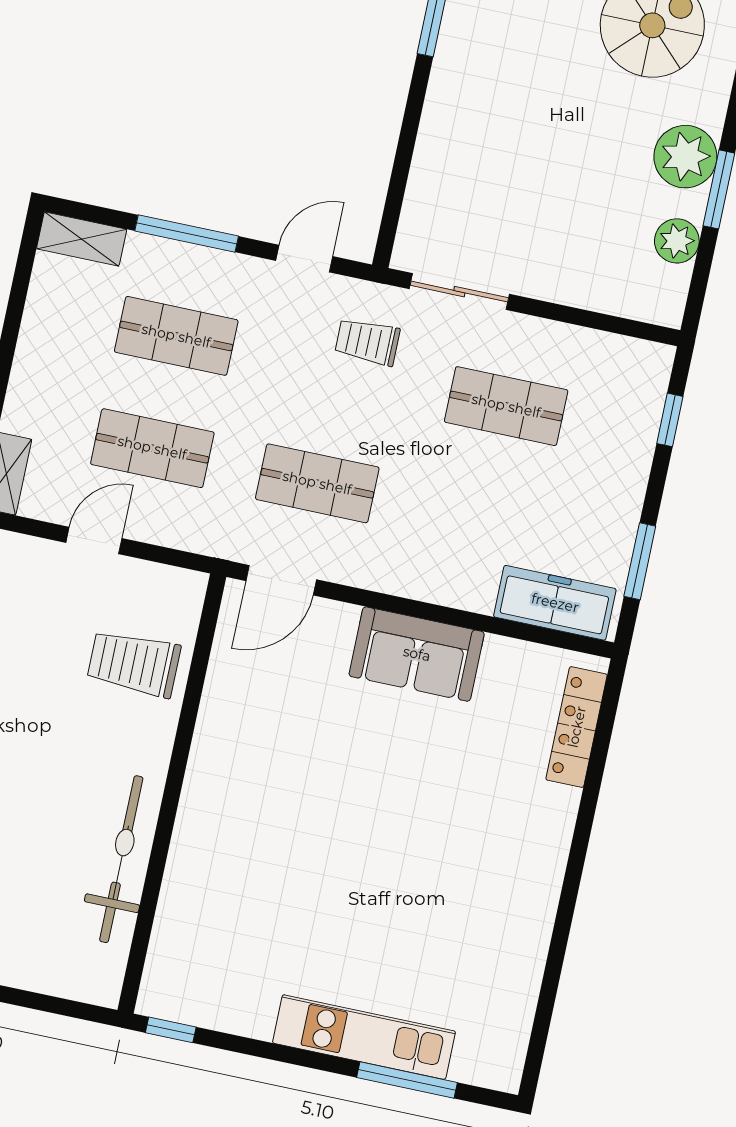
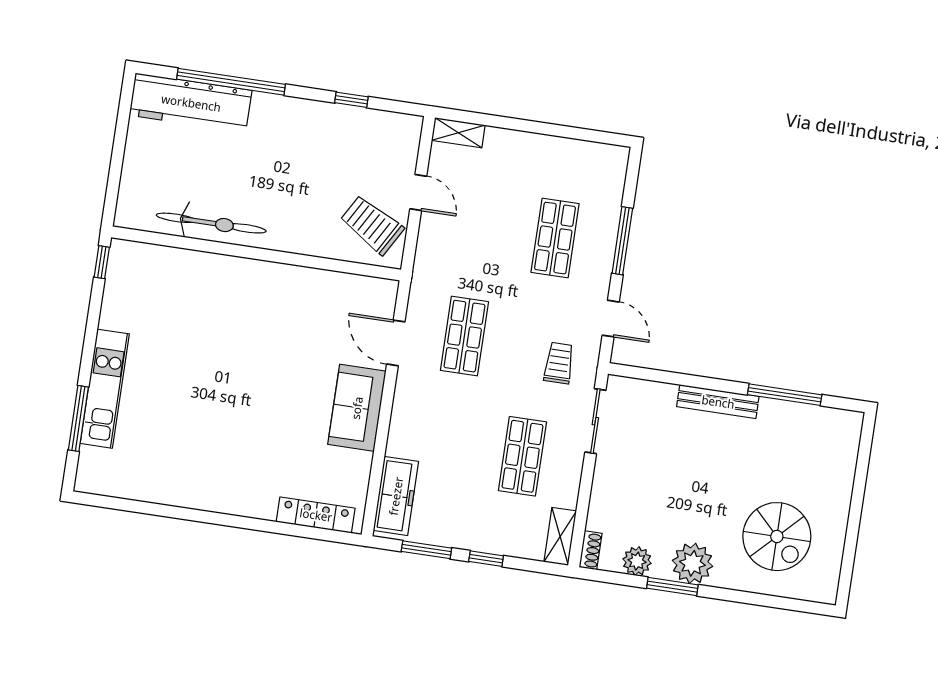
bench: (441, 103) -> (718, 402), added
shelving: (82, 239) -> (560, 536), moved
shoe rack: (656, 311) -> (591, 550), added
window: (670, 420) -> (486, 559), moved
shop shelf: (152, 448) -> (481, 227), removed
door: (281, 580) -> (396, 343), moved
trolley: (134, 663) -> (372, 225), moved, turned -60

